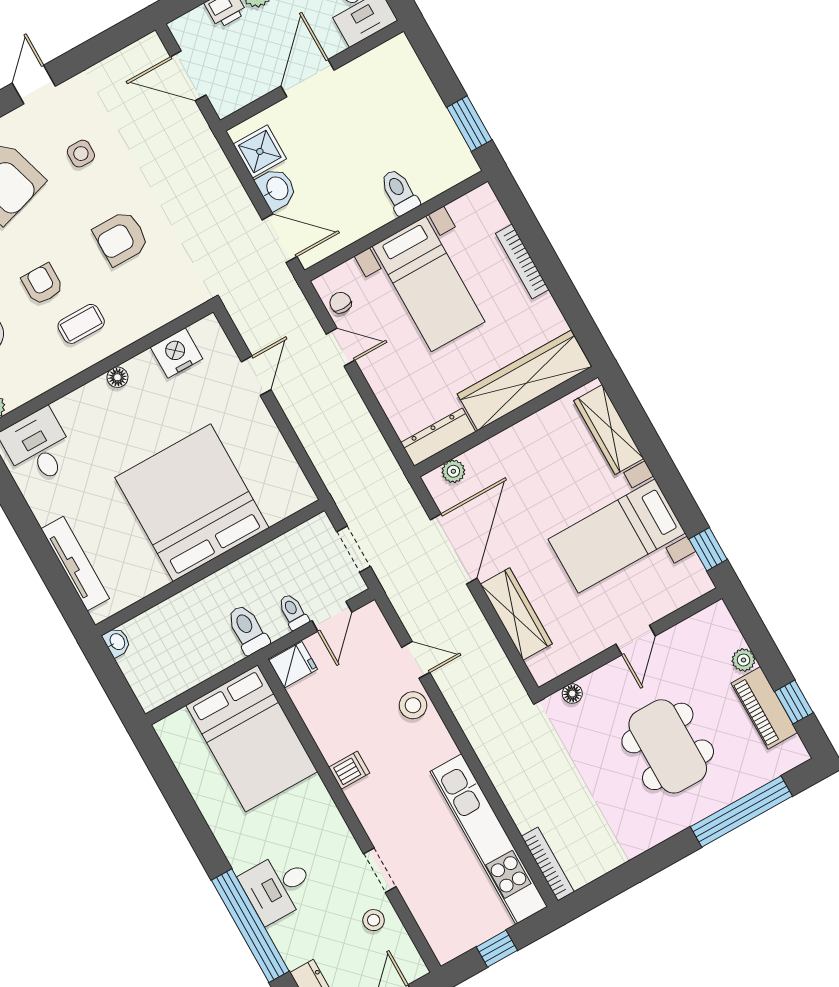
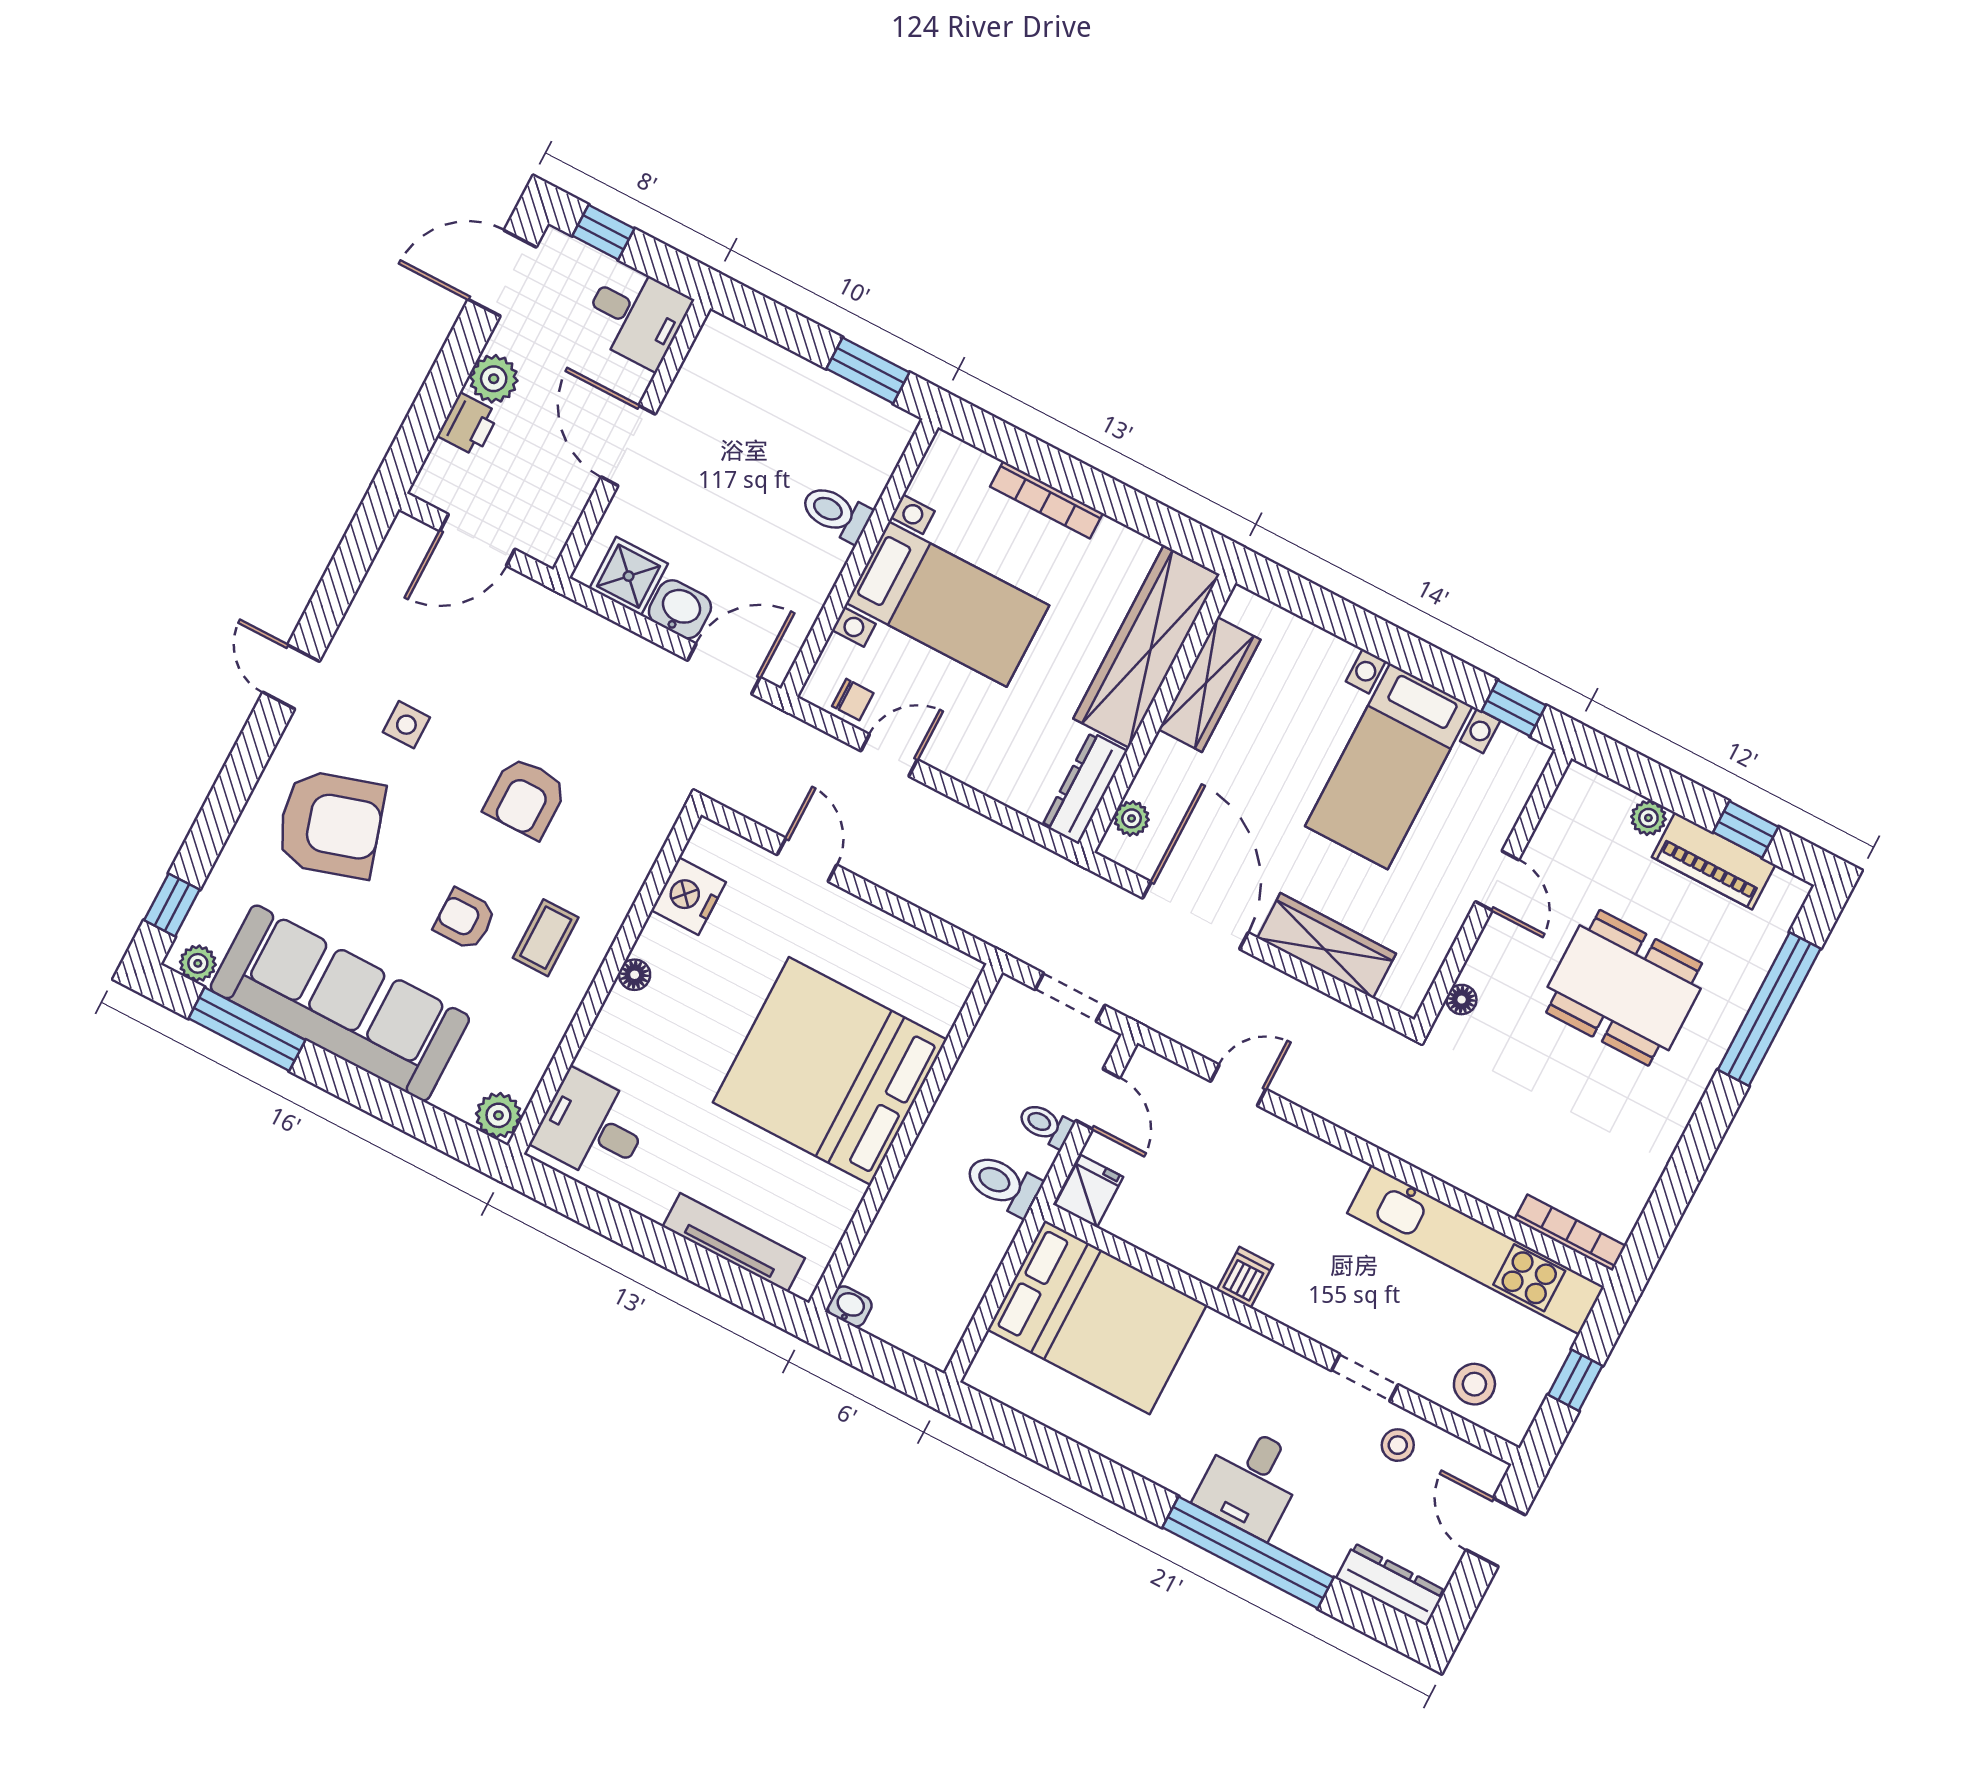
chair: (341, 303) -> (853, 700), turned 180
wardrobe: (609, 430) -> (1210, 684), moved, turned -90
stool: (413, 705) -> (1474, 1384), moved

